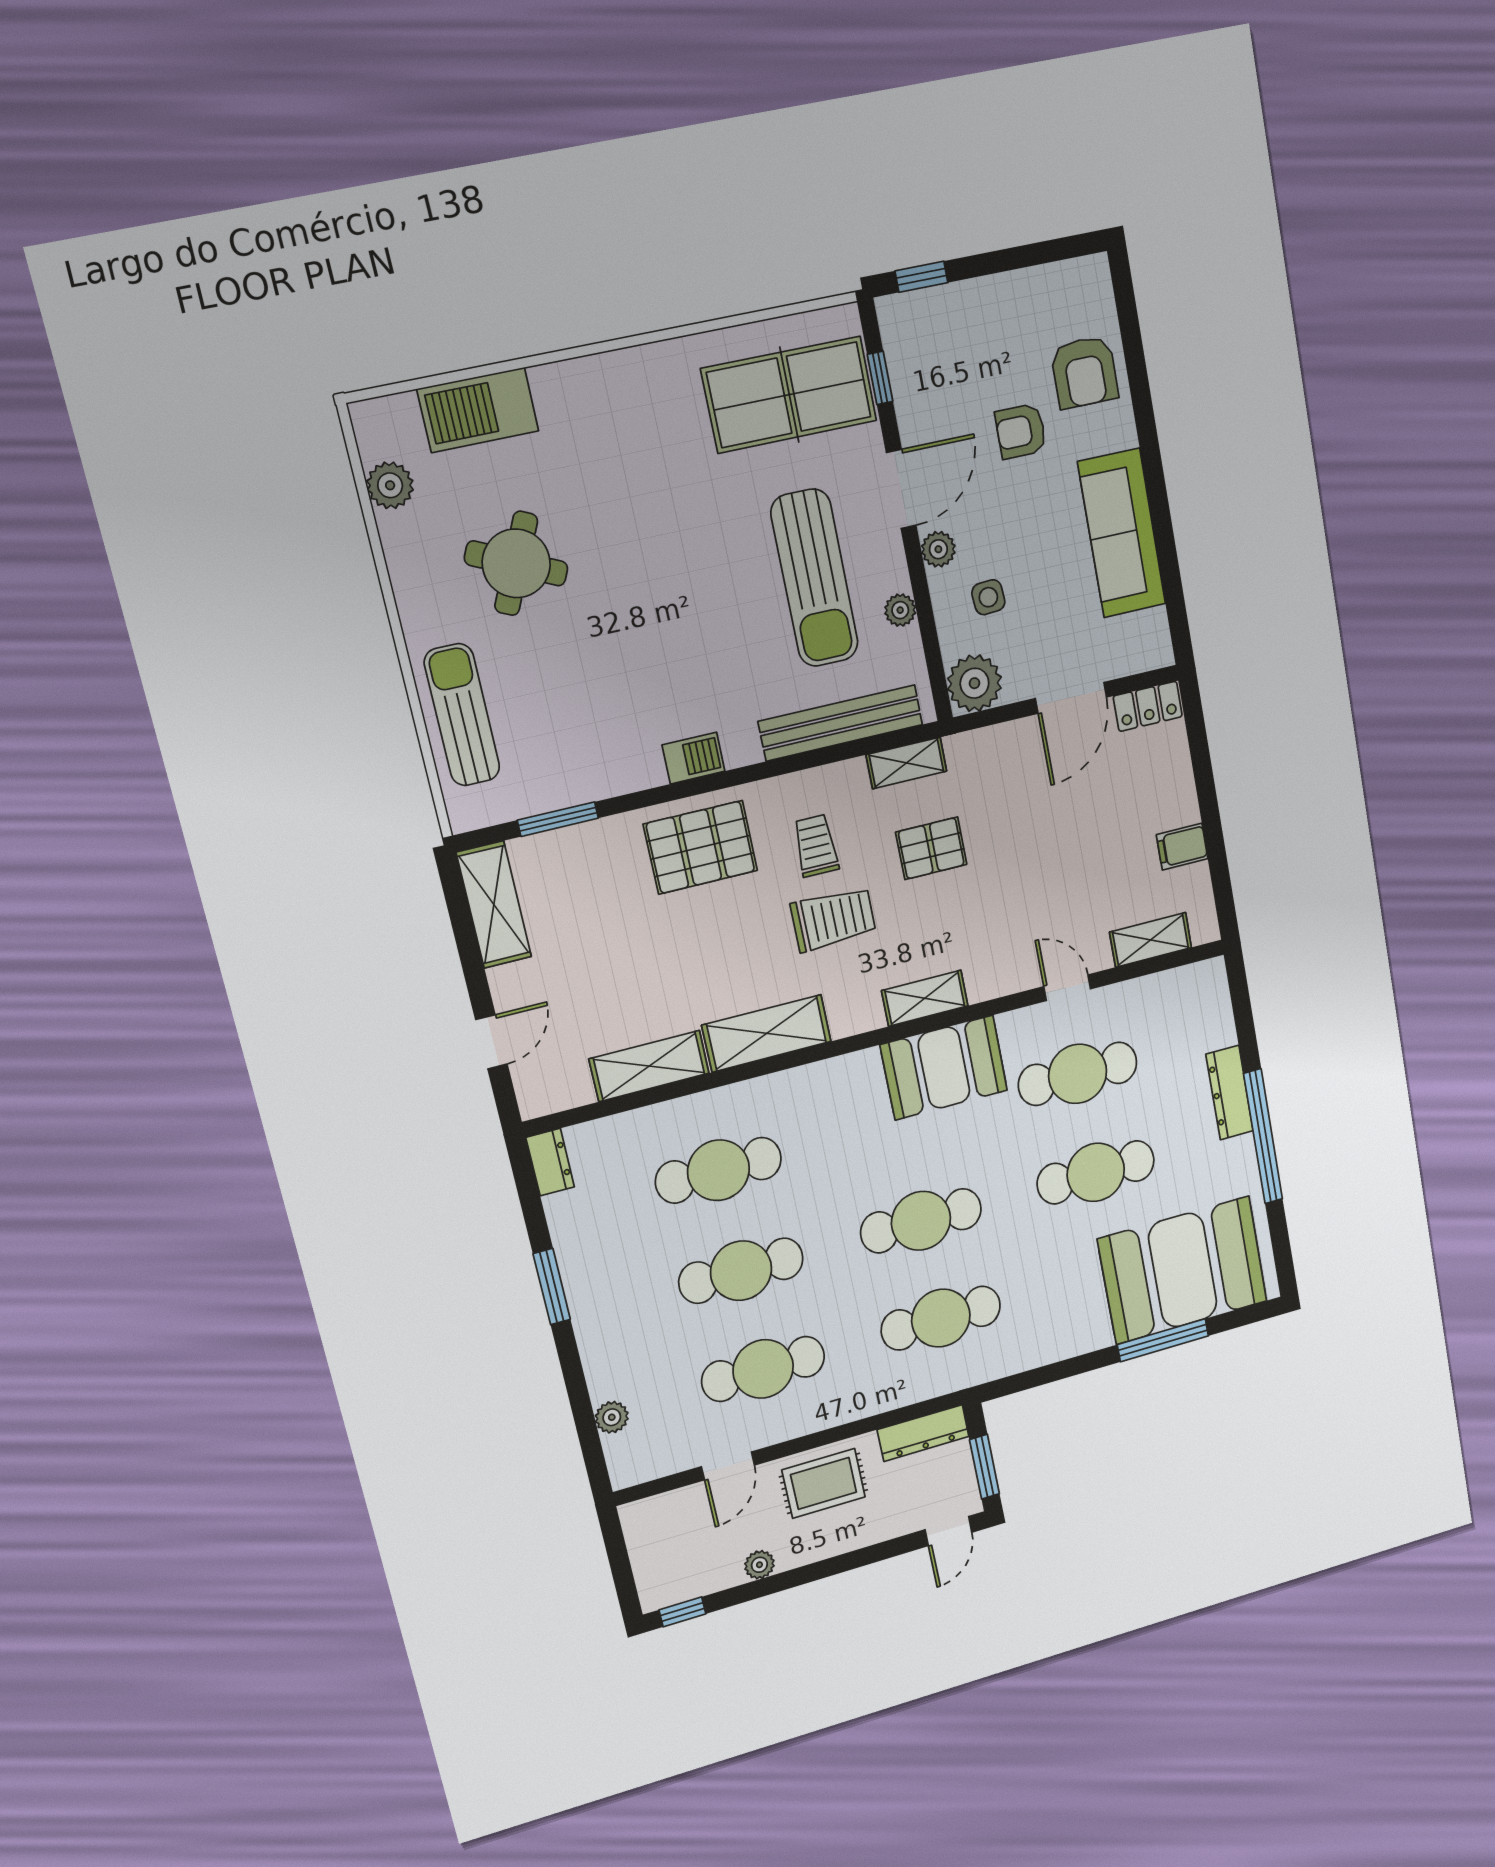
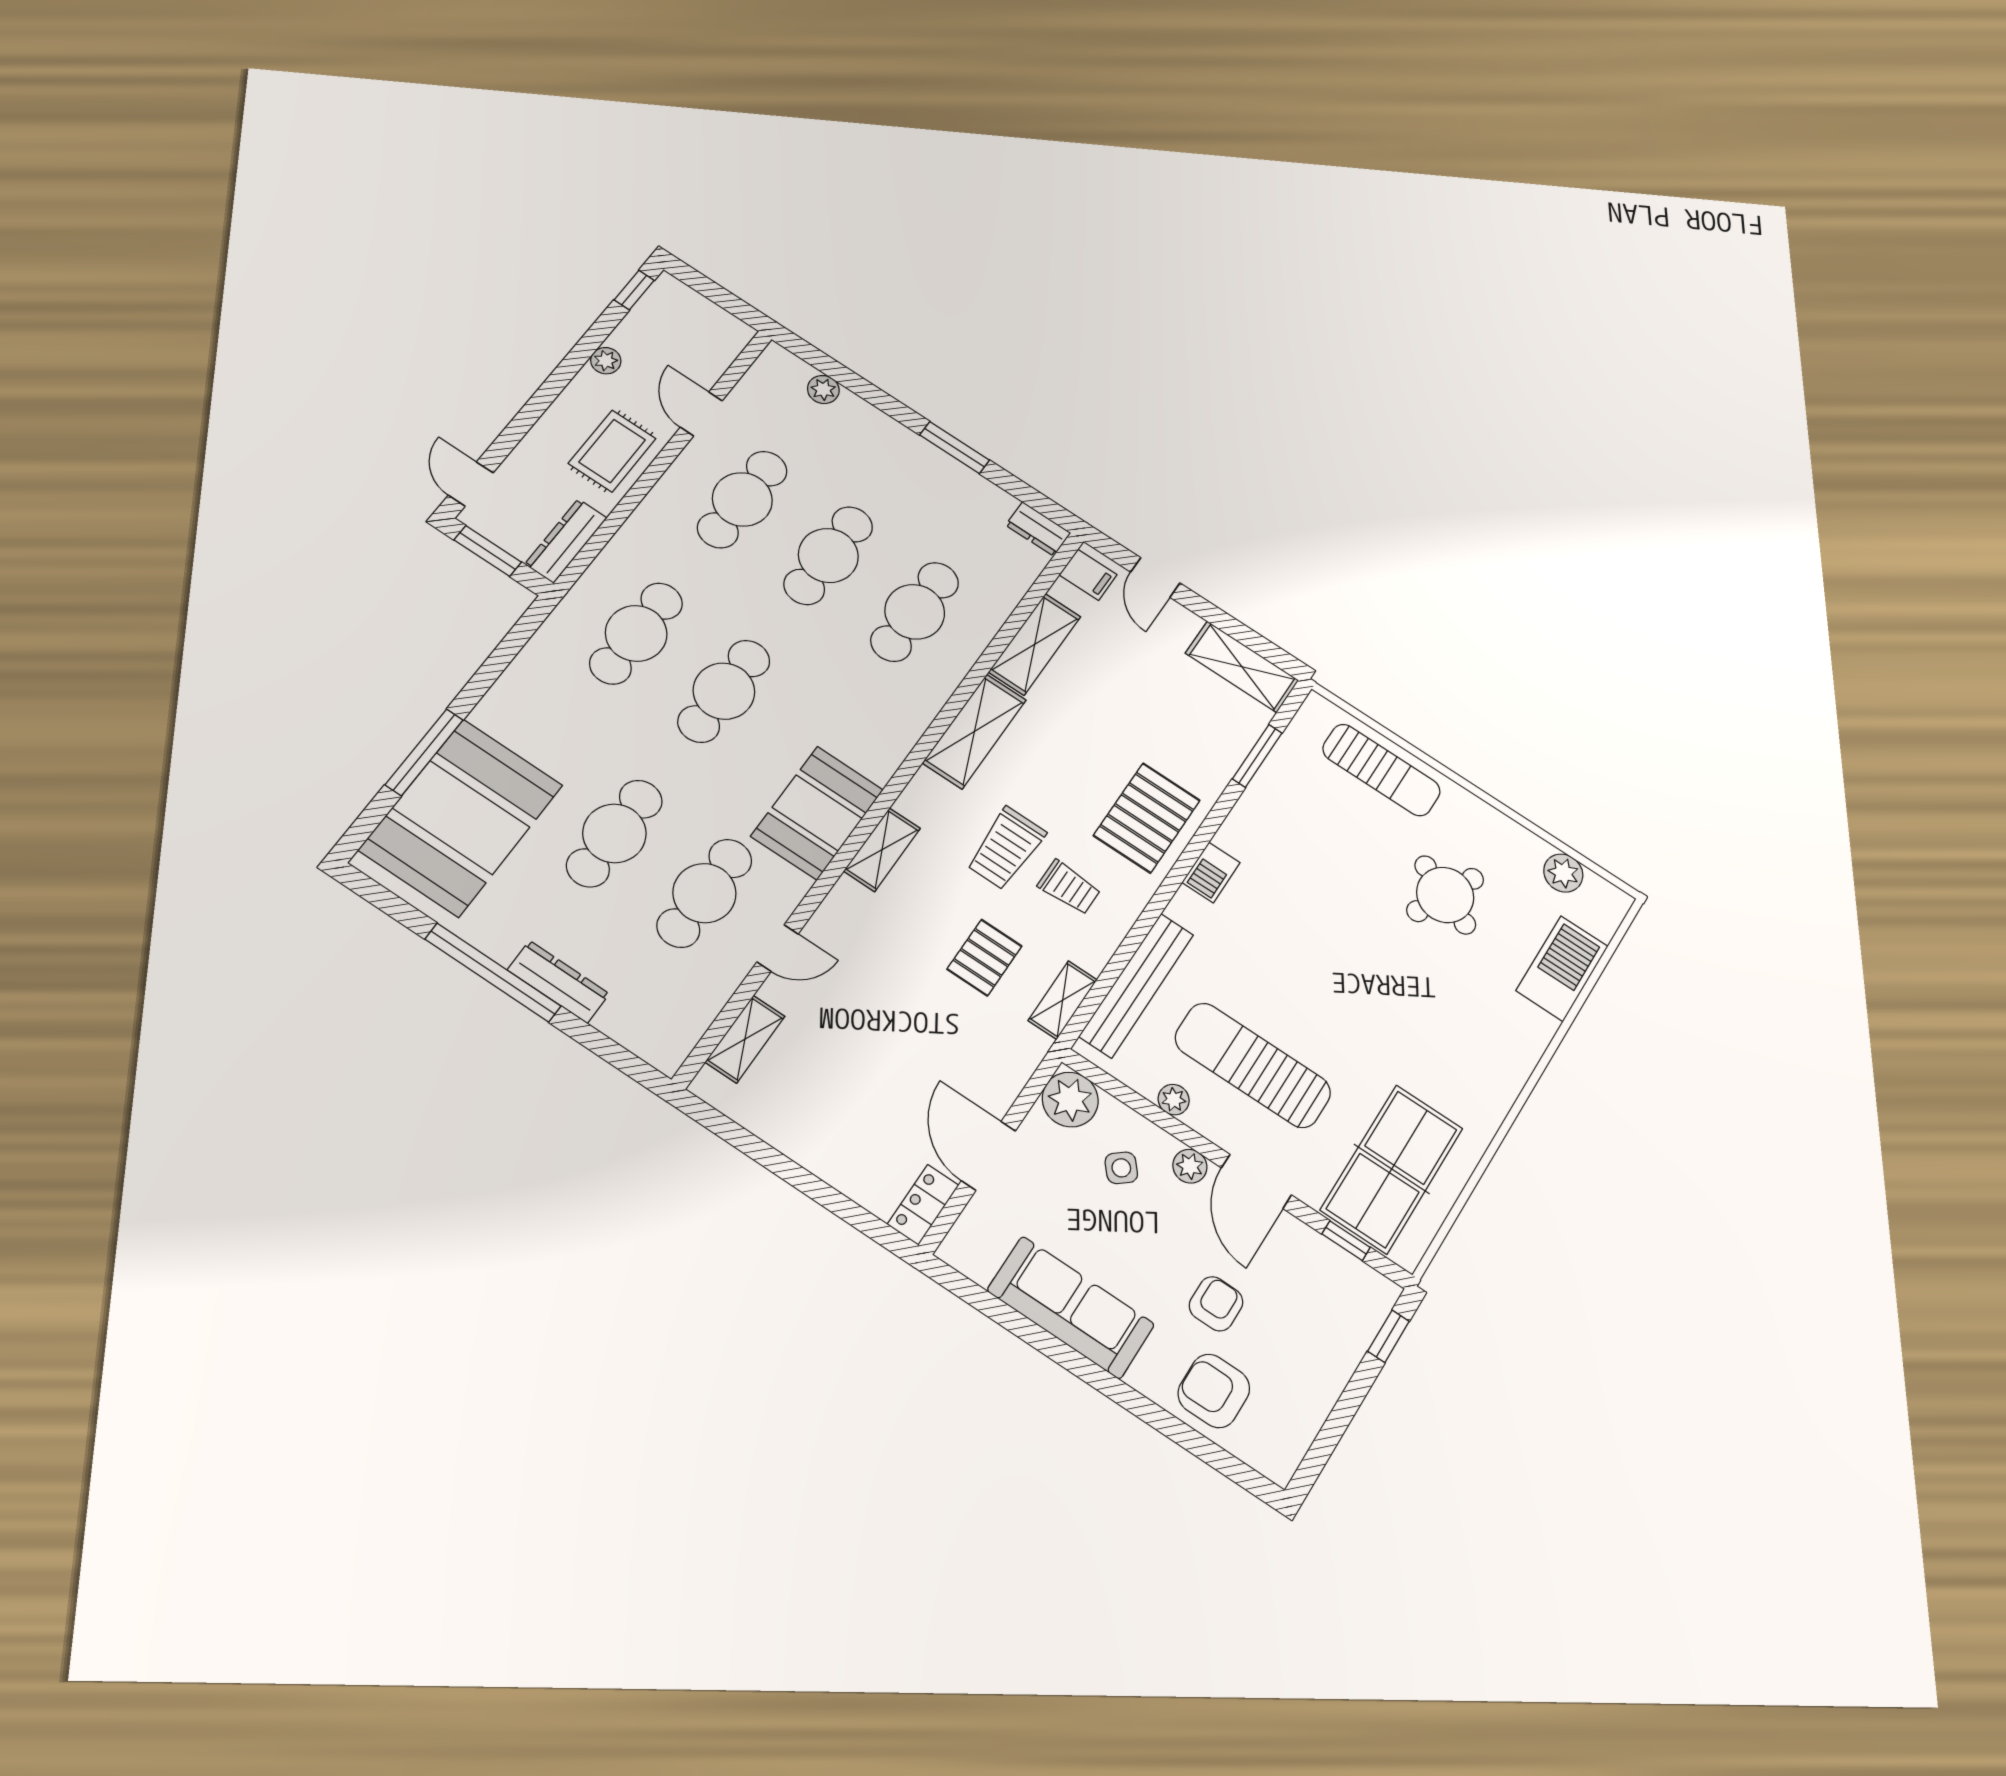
side table: (988, 597) -> (1121, 1168), turned -36
filing cabinet: (1182, 847) -> (1088, 575), moved, turned 90

